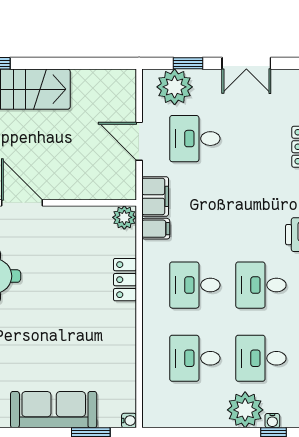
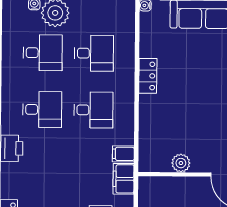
plant: (124, 217) -> (181, 163), moved
locker: (125, 280) -> (148, 76), moved

